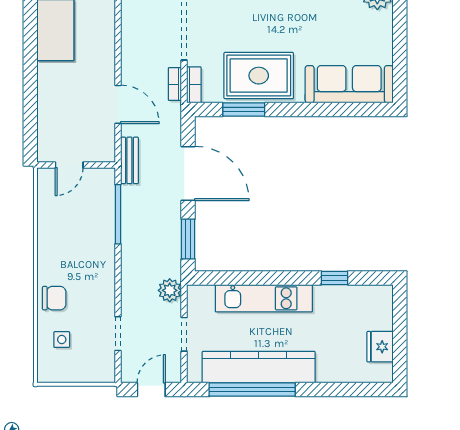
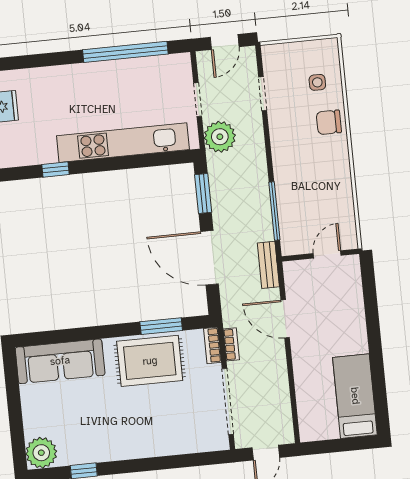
plant: (170, 290) -> (220, 137), width x1.36, depth x1.36
kitchen unit: (264, 298) -> (123, 143), width x1.36
kitchen counter: (259, 367) -> (121, 75), removed

